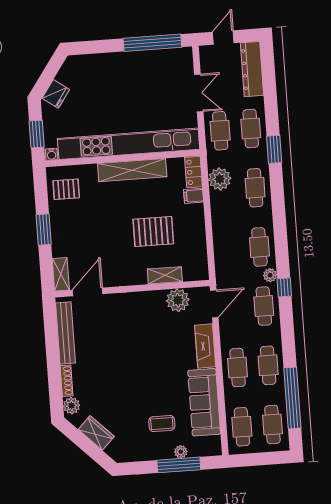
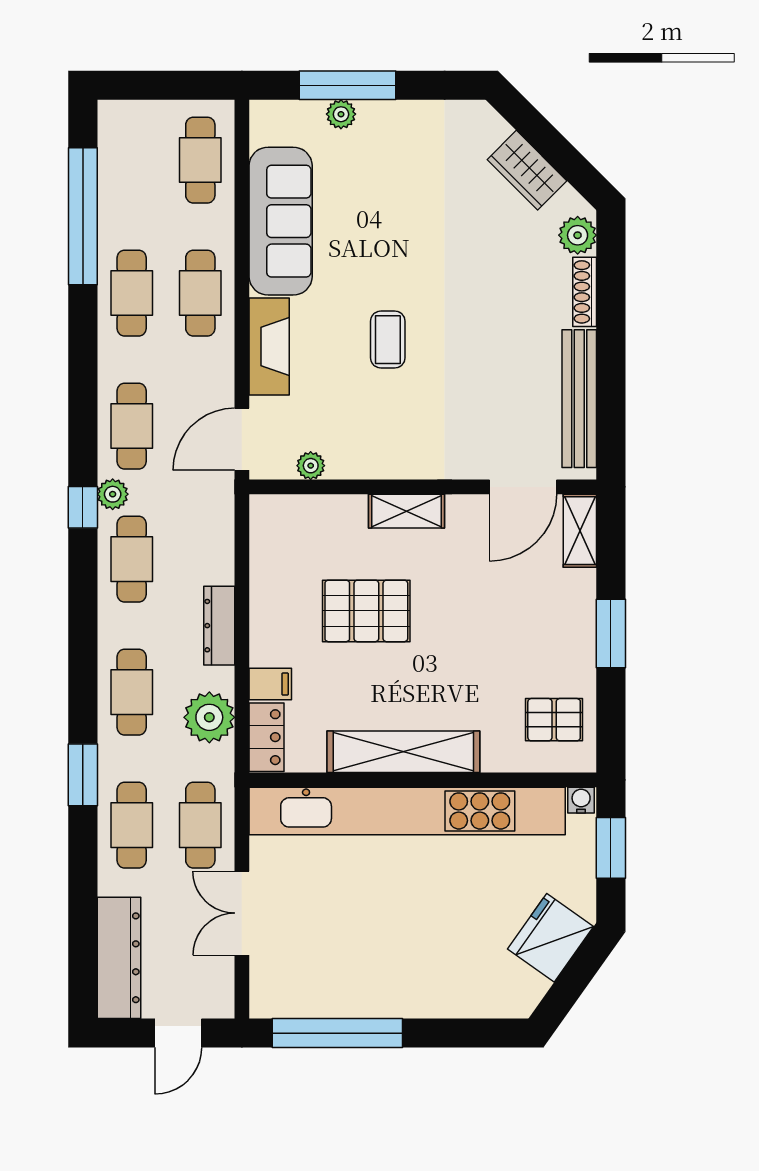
fridge: (56, 94) -> (550, 938), width x1.36, depth x1.34
dresser: (218, 220) -> (219, 626), added
shelving: (165, 275) -> (406, 511), moved
window: (284, 287) -> (83, 507), moved
plant: (178, 300) -> (311, 466), width x0.53, depth x0.53
coffee table: (162, 424) -> (388, 340), moved, turned 90
cafe table: (272, 425) -> (132, 160), removed

